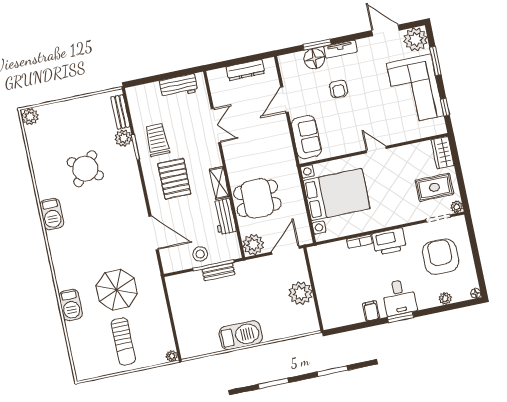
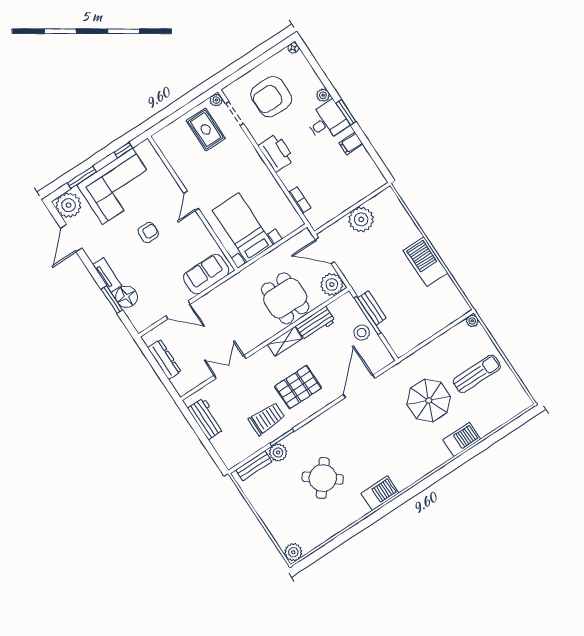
armchair: (338, 89) -> (148, 232), moved
trolley: (157, 140) -> (267, 419), turned 180
wardrobe: (443, 153) -> (169, 135), removed
bed with nightstands: (337, 195) -> (243, 228), width x0.73
bookcase: (359, 241) -> (300, 200), moved
plant: (445, 298) -> (323, 95), moved

